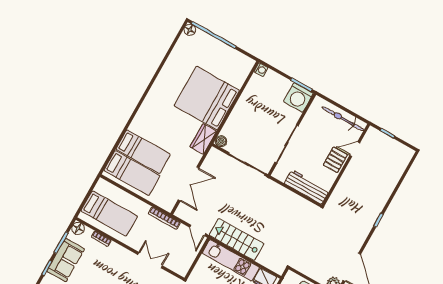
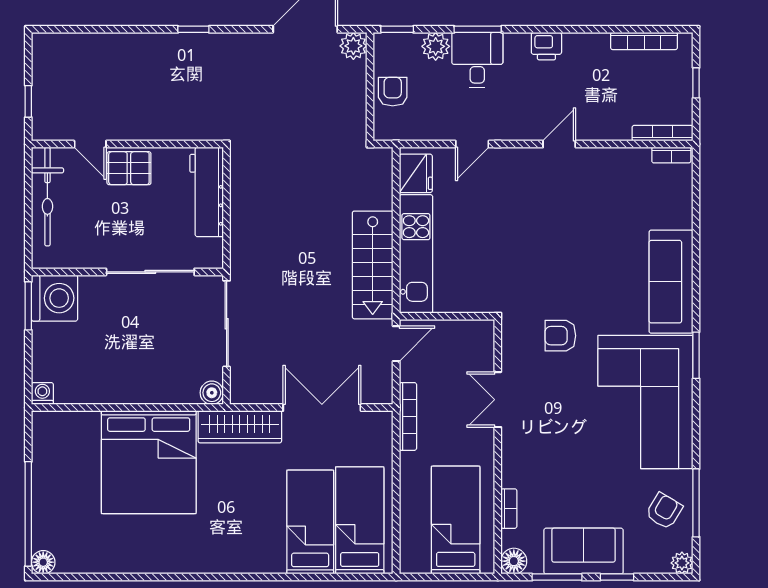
wardrobe: (203, 139) -> (240, 427), width x1.50

